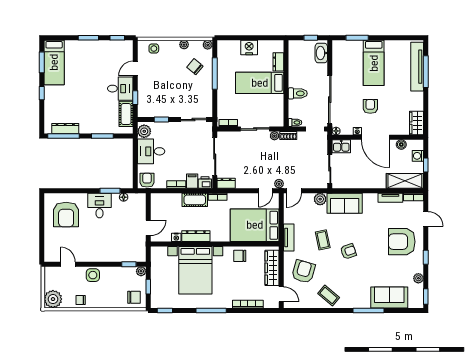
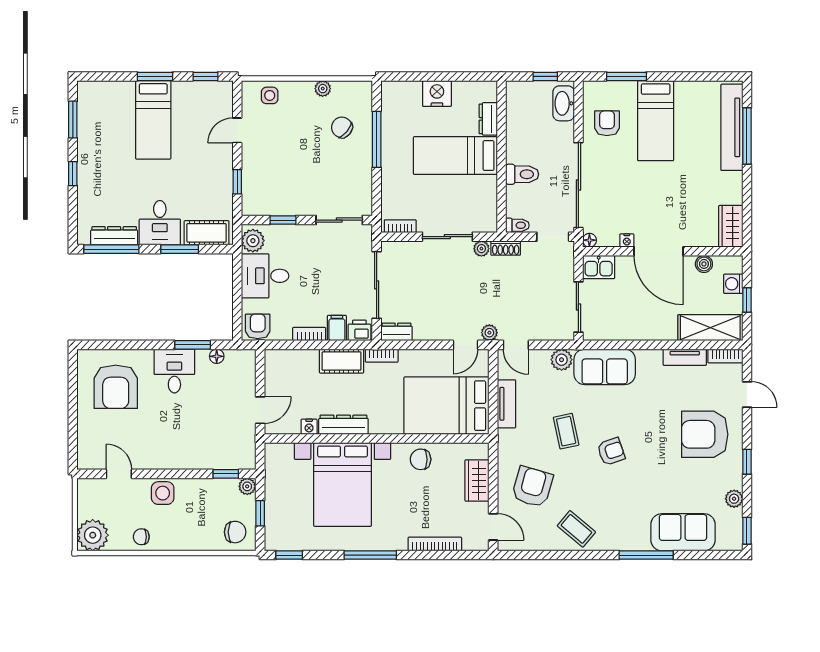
plant: (208, 45) -> (364, 89), removed
bed: (54, 62) -> (153, 120), moved
desk: (120, 89) -> (160, 223), moved, turned 90
armchair: (370, 106) -> (607, 123), moved
cot: (126, 114) -> (207, 233), moved, turned 90
door: (294, 191) -> (516, 345), hinge flipped
tv unit: (289, 238) -> (506, 404), moved
wardrobe: (272, 268) -> (477, 481), width x0.67

